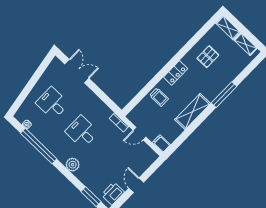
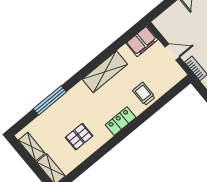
window: (224, 95) -> (50, 100), moved
filing cabinet: (161, 144) -> (142, 41), width x2.00

